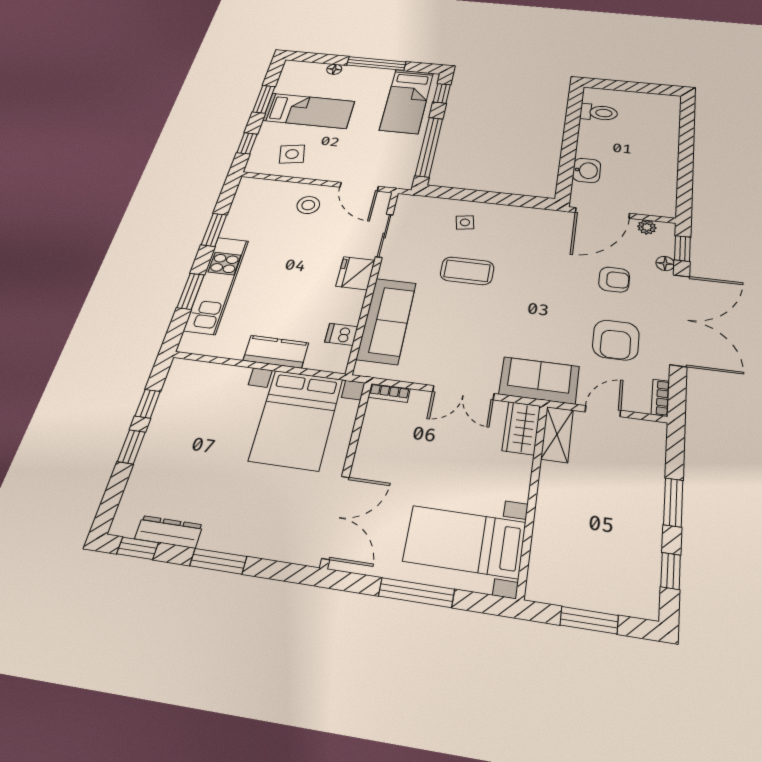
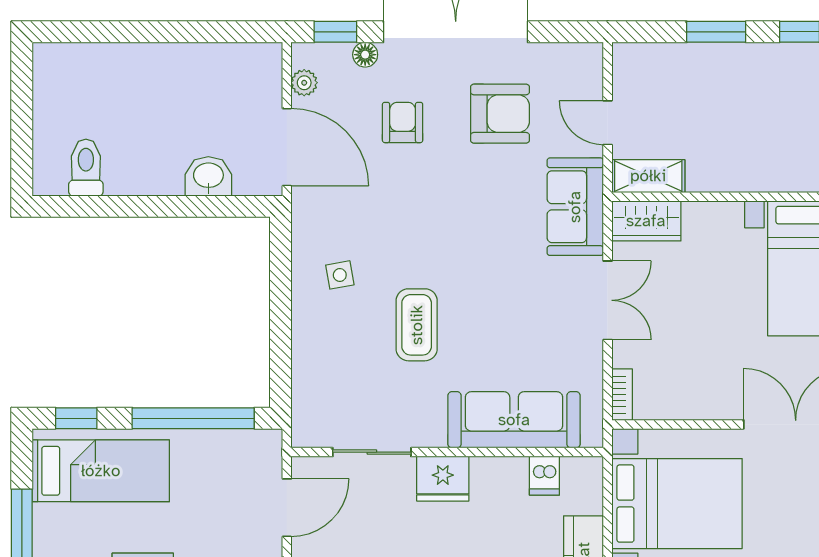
side table: (465, 222) -> (340, 275), moved
bookcase: (660, 398) -> (578, 52), removed

